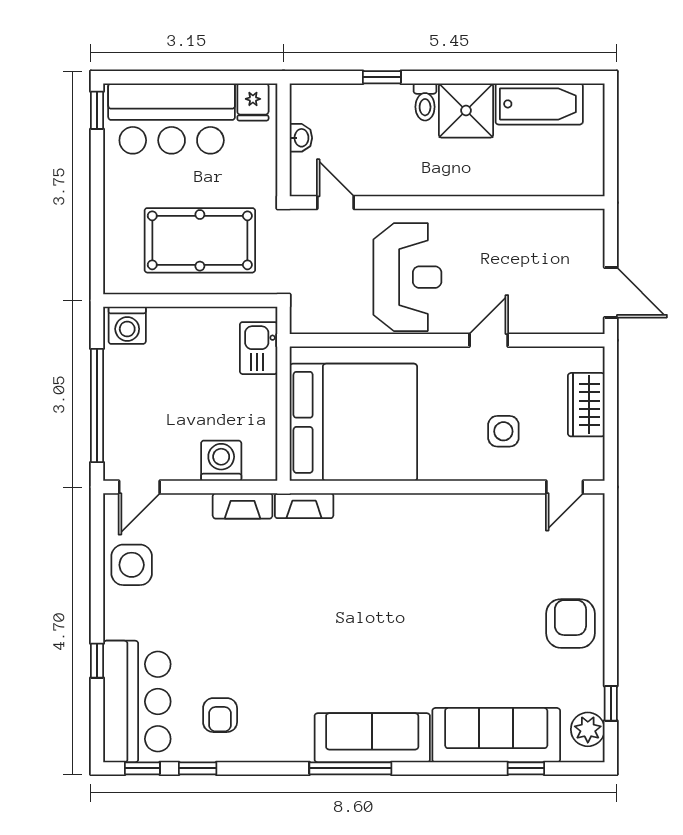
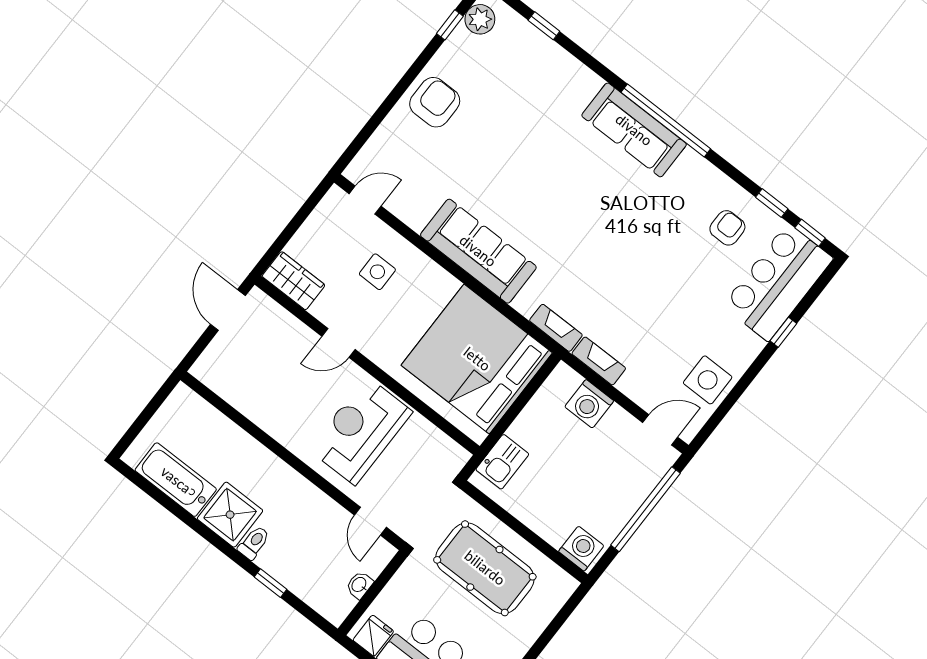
wardrobe: (586, 405) -> (294, 281), moved, turned -90
armchair: (570, 623) -> (435, 102), turned 180
sofa: (496, 735) -> (478, 251), moved, turned 180
window: (350, 768) -> (666, 121), width x1.46

